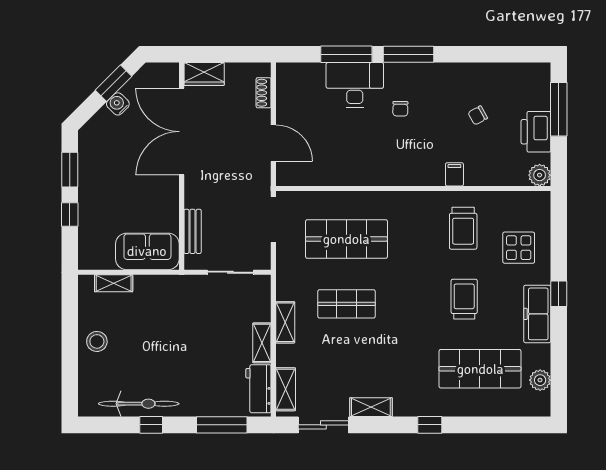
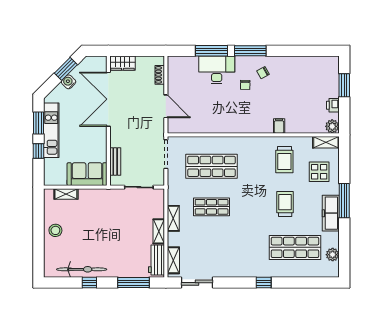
window: (559, 109) -> (344, 85), width x0.69
chair: (478, 115) -> (263, 73), moved
printer: (536, 132) -> (333, 105), width x0.53, depth x0.68
kitchen unit: (90, 181) -> (51, 130), added
window: (559, 294) -> (344, 201), width x2.17
shelving: (371, 407) -> (326, 142), moved

